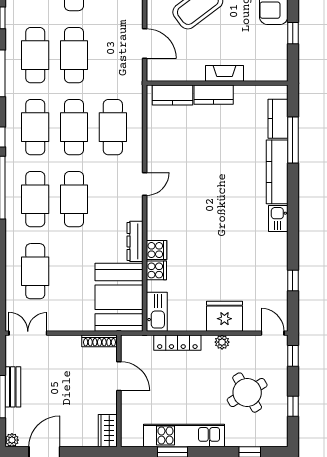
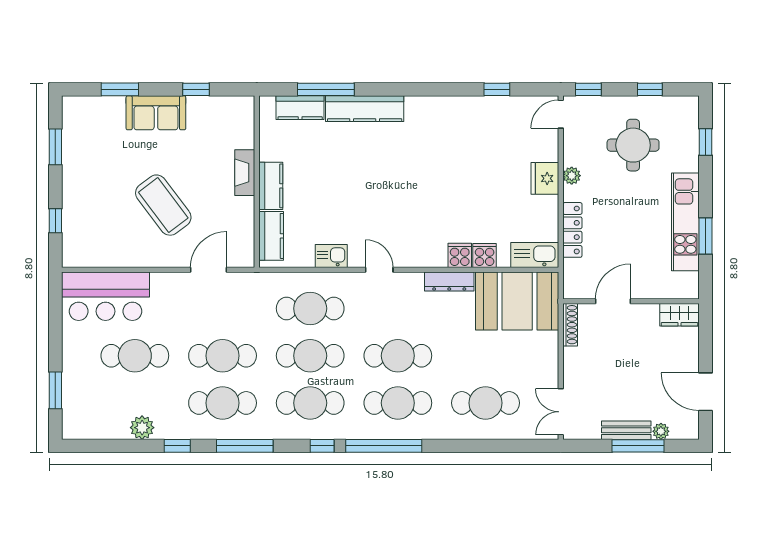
kitchen sink: (278, 218) -> (331, 256), moved, turned 180
fridge: (224, 316) -> (545, 178), width x0.73, depth x0.75
round table: (247, 393) -> (633, 145), turned 31
plant: (12, 440) -> (661, 431), moved

